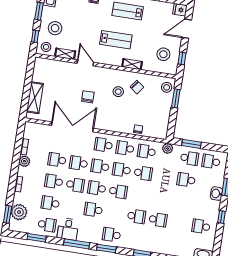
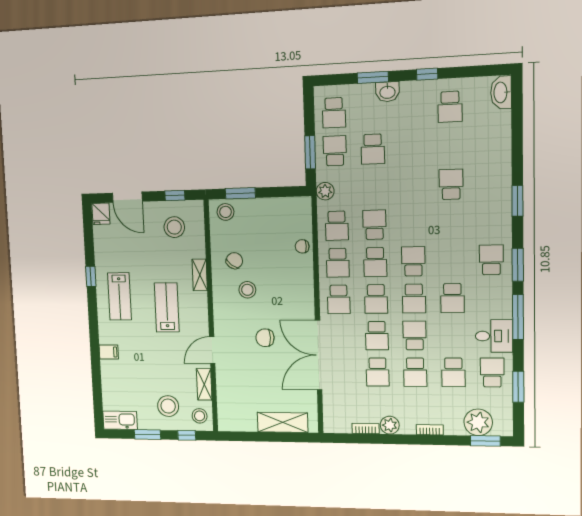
school desk: (136, 216) -> (452, 223), removed
school desk: (112, 235) -> (491, 260), turned 180

